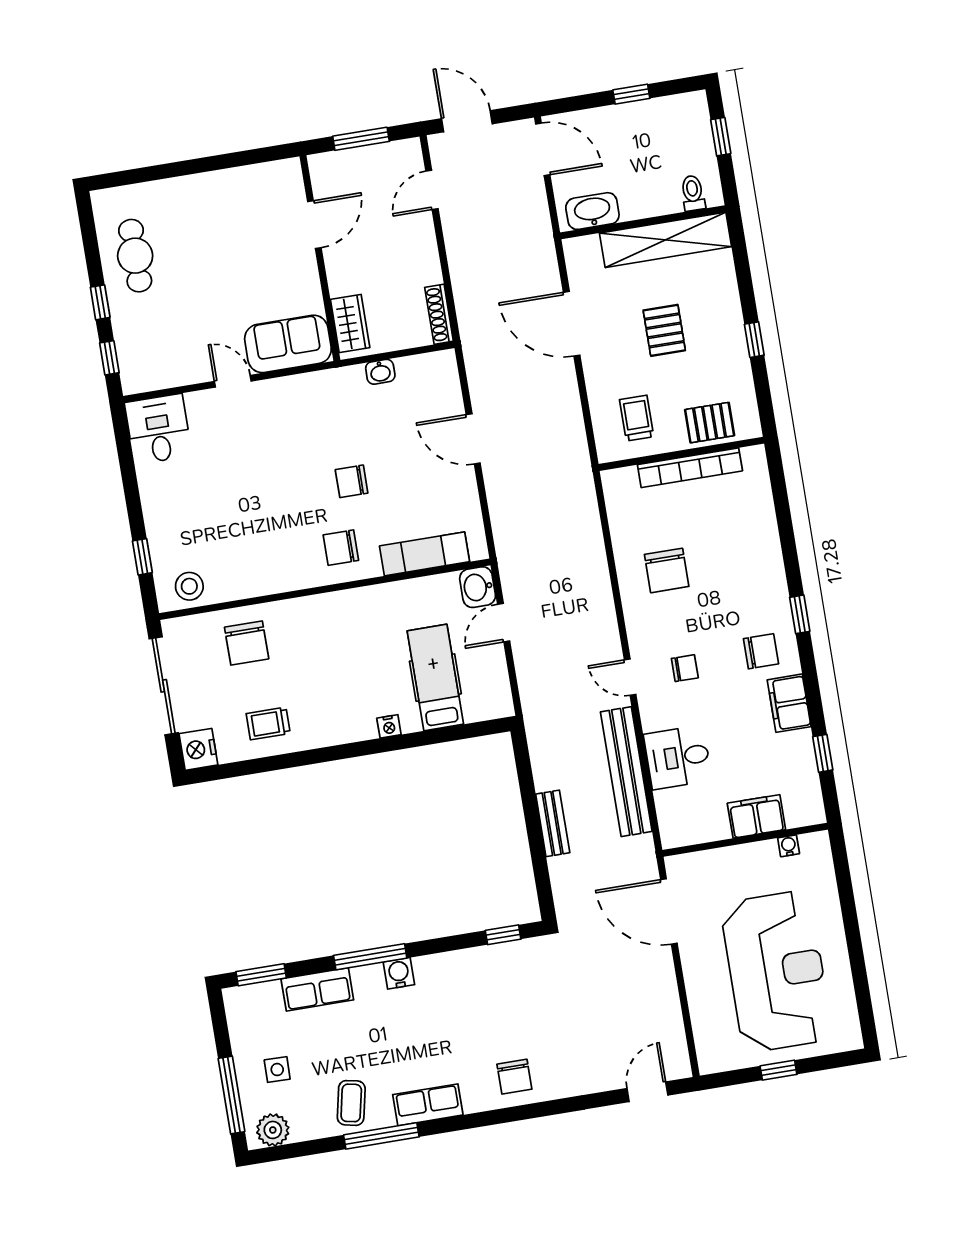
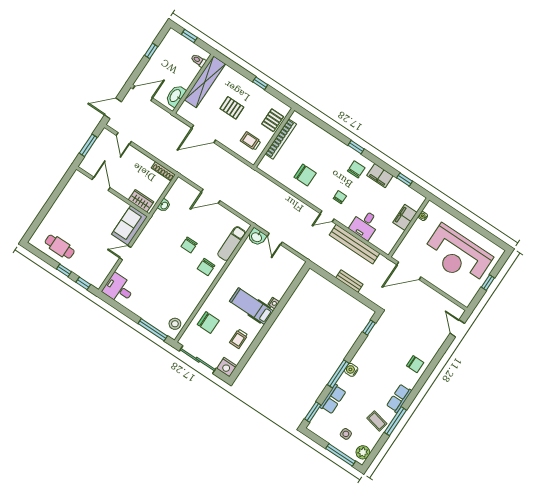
window: (142, 557) -> (153, 330), width x2.17
hospital bed: (435, 678) -> (251, 306), moved
reception desk: (776, 971) -> (457, 255), turned 180

